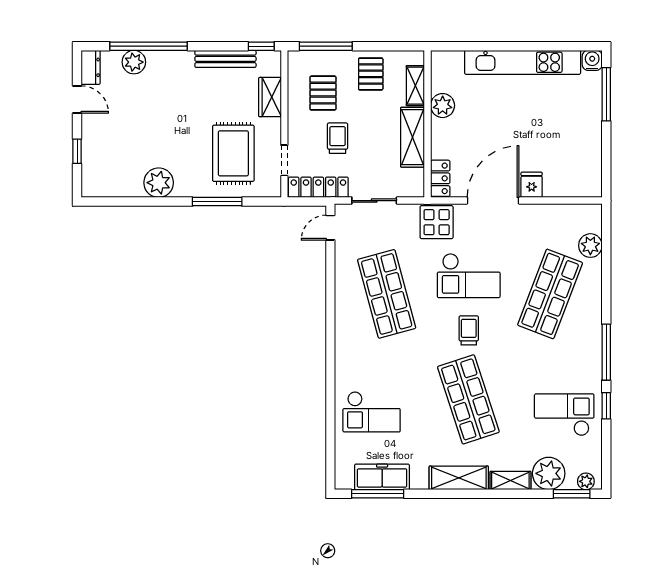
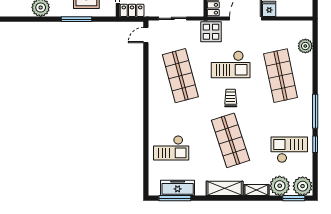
locker: (318, 187) -> (132, 10), width x0.66
shop shelf: (550, 294) -> (281, 76), turned -33
plant: (586, 481) -> (303, 186), width x1.88, depth x1.88

